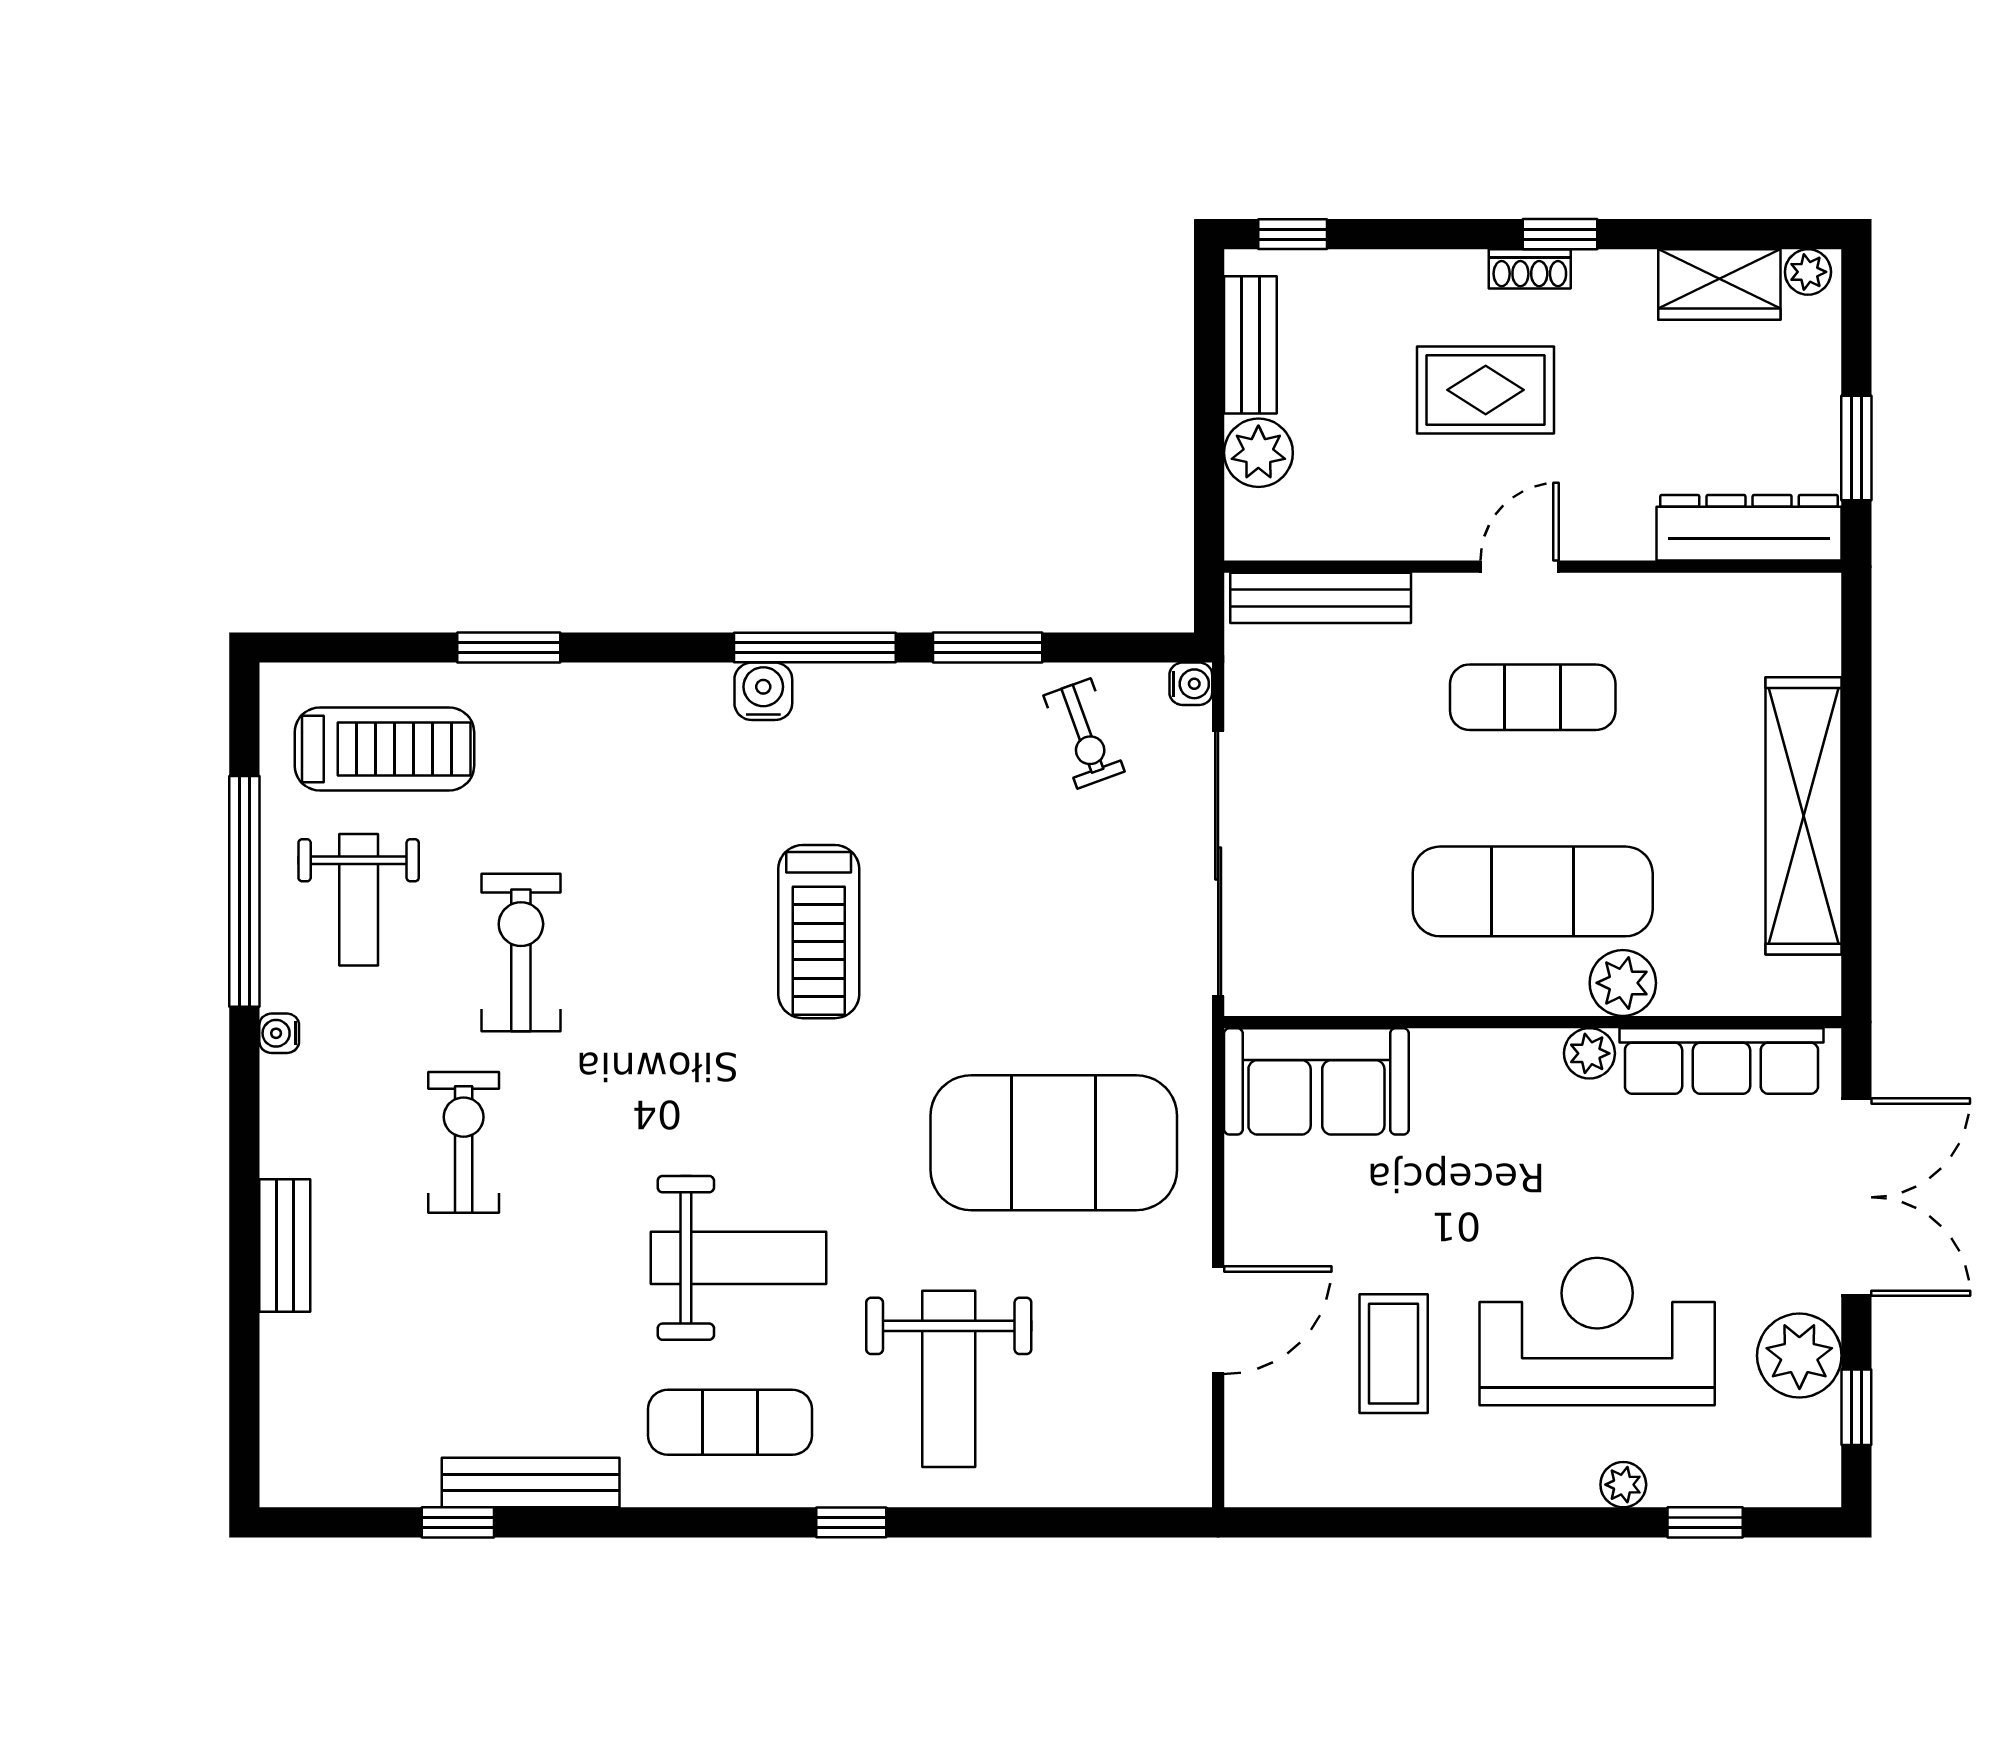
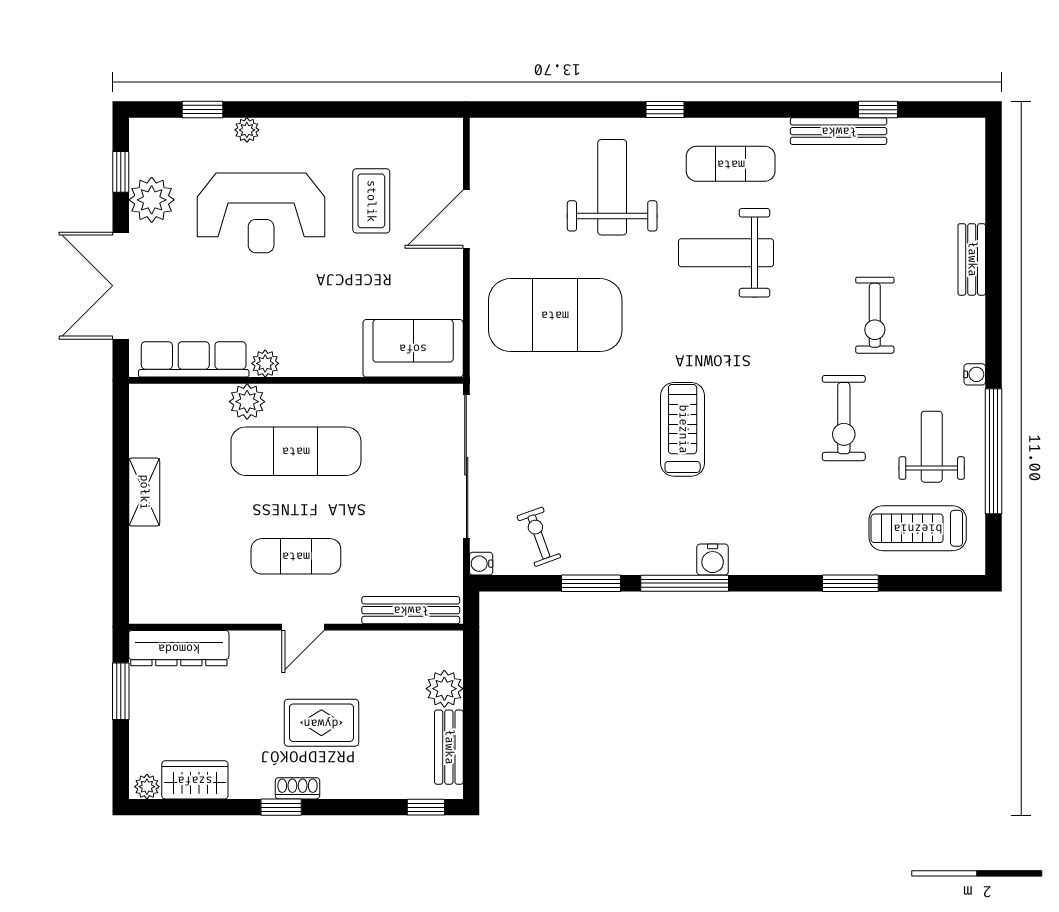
shelving: (1803, 816) -> (144, 492), width x0.45, depth x0.75

